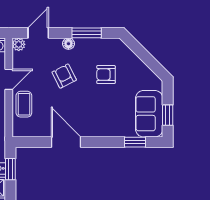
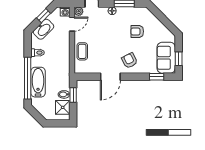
armchair: (64, 76) -> (130, 61), moved
door: (9, 79) -> (72, 24), moved
door: (66, 142) -> (110, 77), swing flipped

